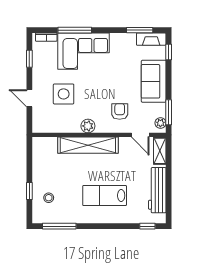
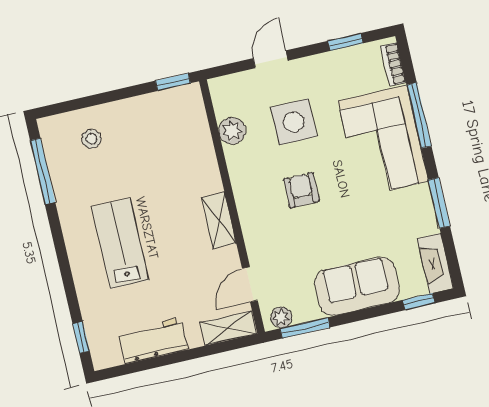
window: (140, 30) -> (439, 203), moved
armchair: (120, 111) -> (301, 190), moved, turned -90
plant: (88, 126) -> (232, 131), moved
shelving: (88, 145) -> (219, 220), width x0.45, depth x0.75
workbench: (157, 190) -> (153, 341), width x0.73
window: (29, 191) -> (173, 82), moved

